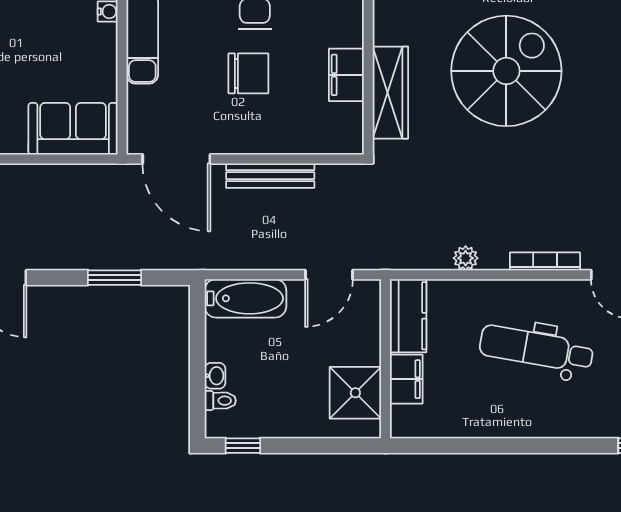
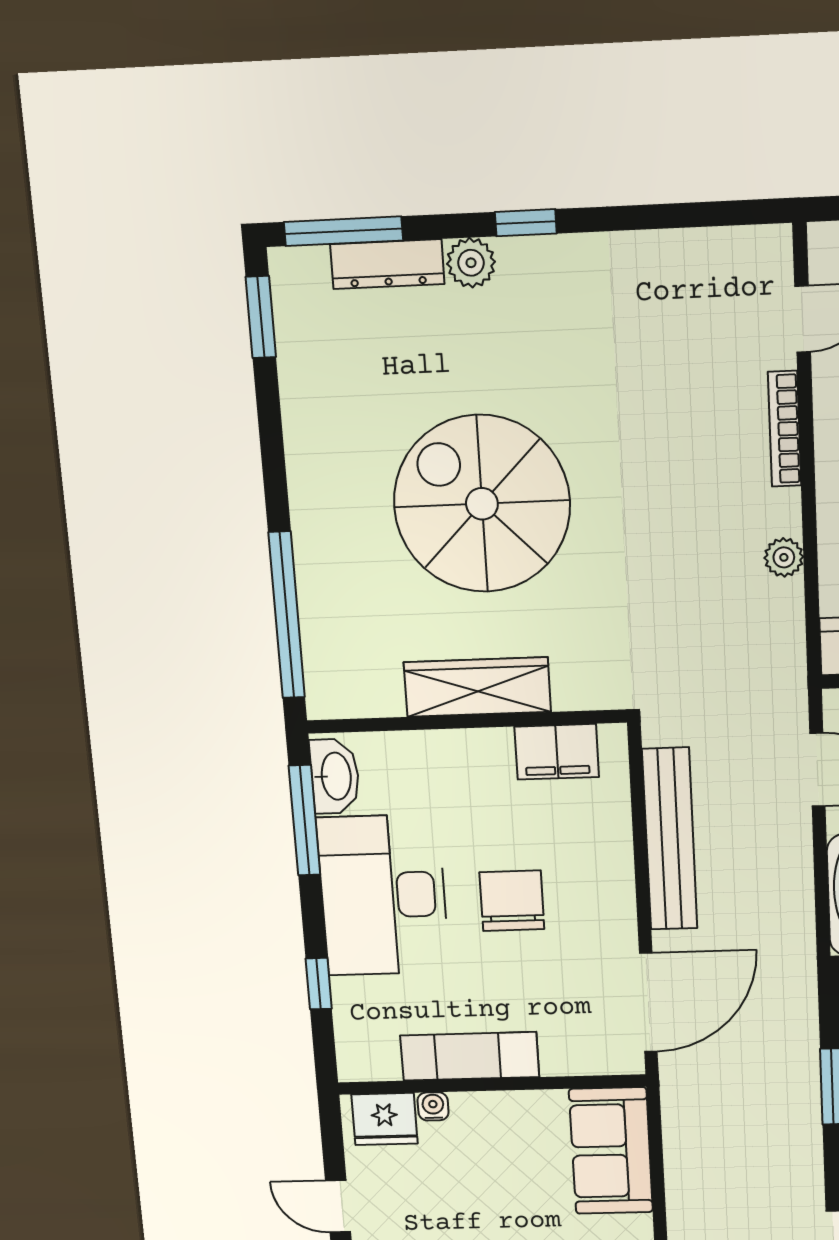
filing cabinet: (346, 75) -> (557, 752), moved
wardrobe: (390, 93) -> (477, 687), moved
bench: (270, 176) -> (670, 839), width x1.37, depth x1.21

